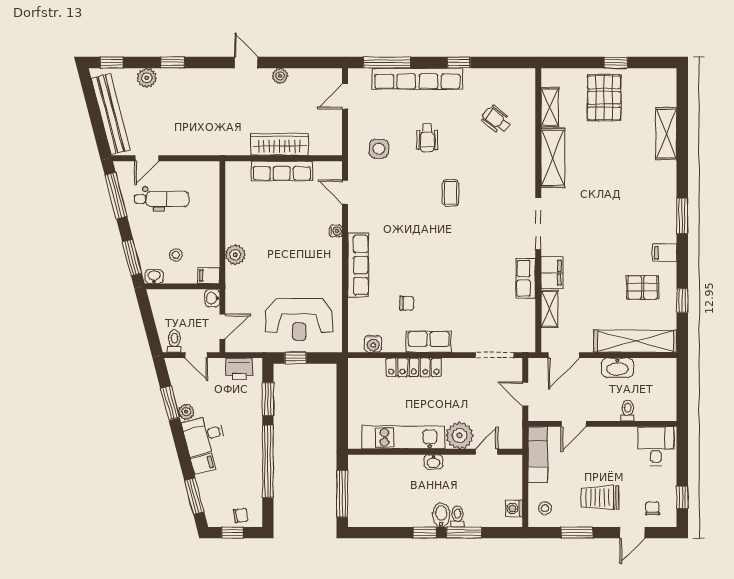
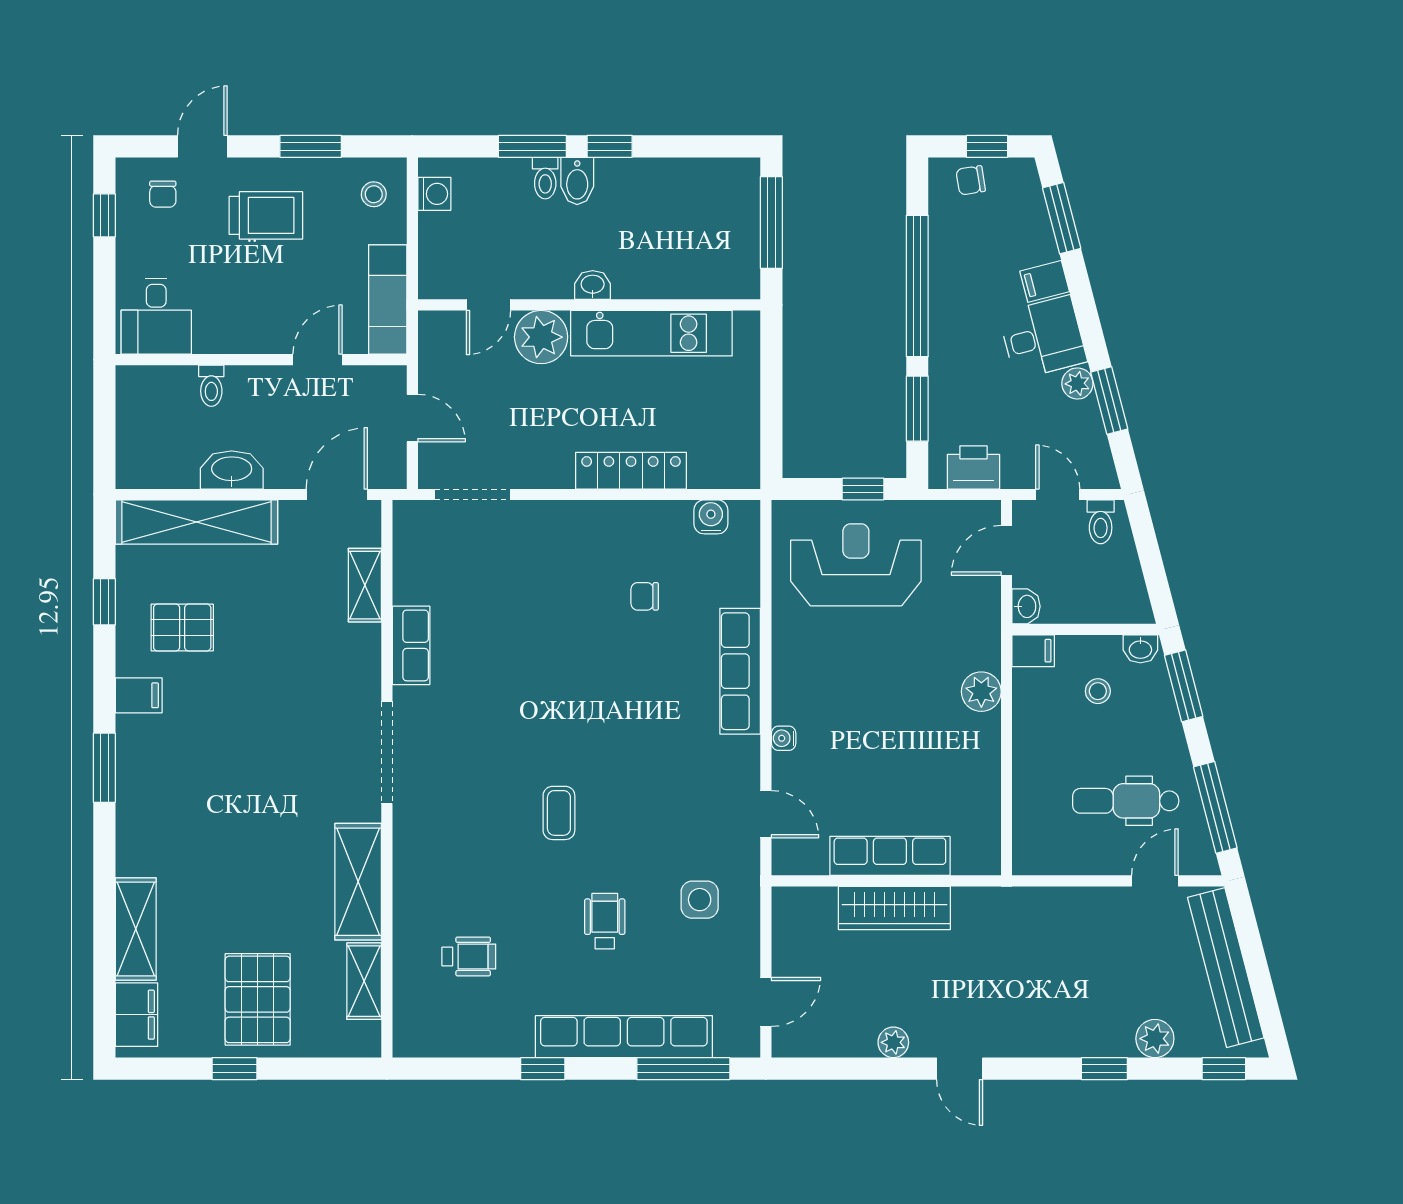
wheelchair: (496, 120) -> (469, 956), turned -38
filing cabinet: (552, 273) -> (136, 1015), moved, turned 180
row of seats: (429, 342) -> (602, 521), removed

